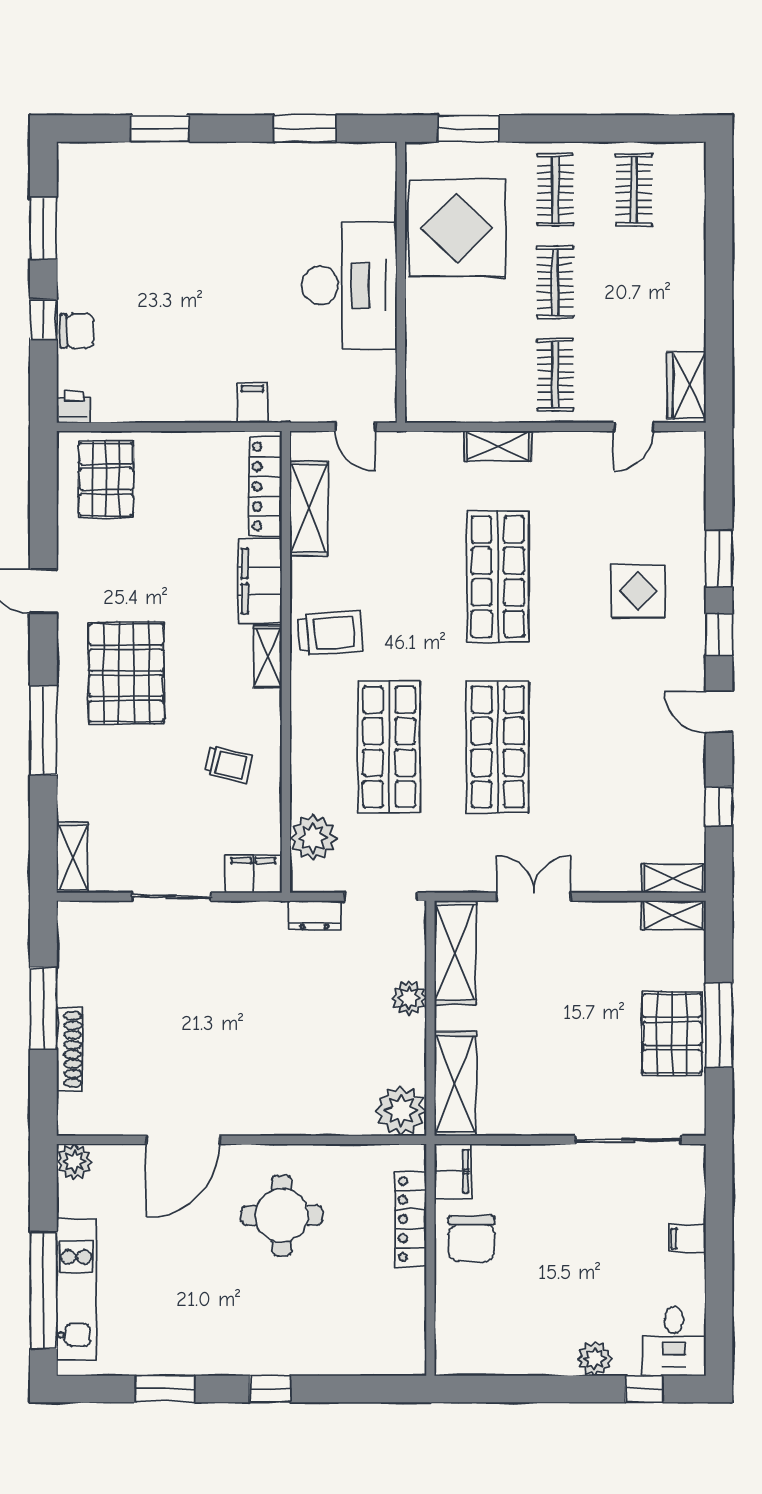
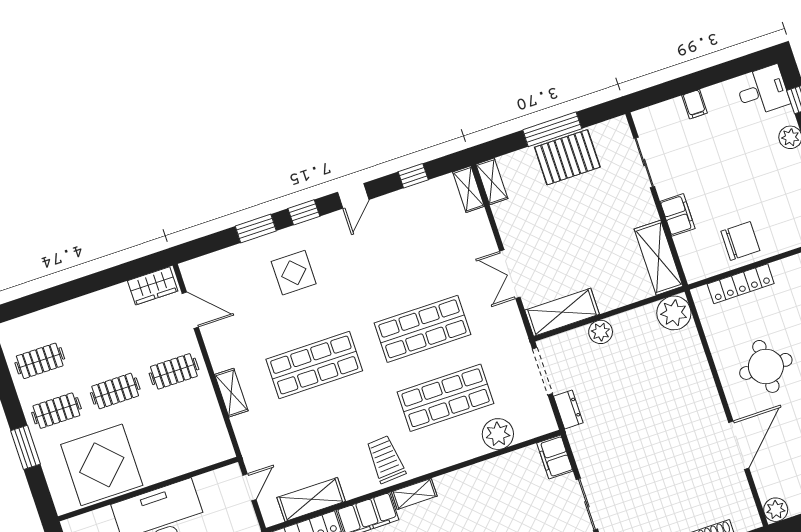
window: (468, 129) -> (25, 447), moved
door: (634, 427) -> (190, 310), width x1.38
trolley: (228, 764) -> (491, 496), removed
plant: (313, 838) -> (498, 434), moved
shelving: (455, 1084) -> (659, 258), moved, turned 90
door: (183, 1140) -> (739, 445), hinge flipped
sliding door: (628, 1140) -> (644, 163), width x0.73
filing cabinet: (453, 1171) -> (678, 215), moved, turned 90

